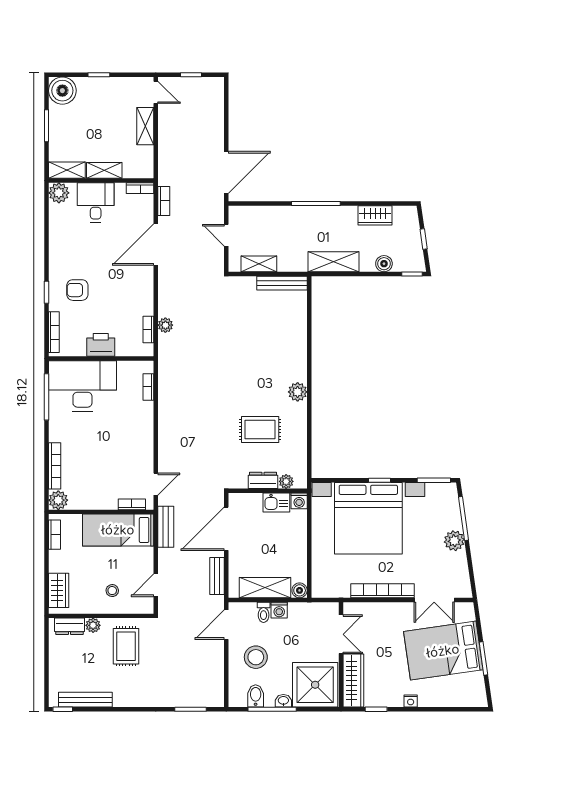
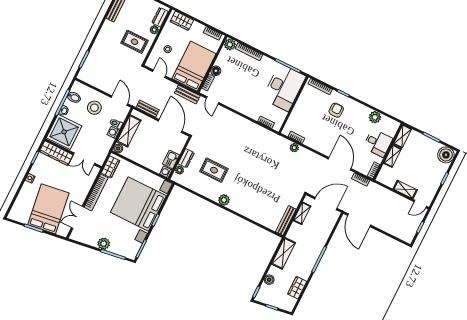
plant: (59, 193) -> (375, 117), moved
door: (226, 235) -> (326, 204), width x1.87
printer: (101, 345) -> (301, 108), removed
rug: (260, 429) -> (214, 170), turned 90
floor lamp: (109, 501) -> (216, 71), added
bed: (118, 530) -> (194, 66), width x1.50
wardrobe: (333, 588) -> (110, 167), added

